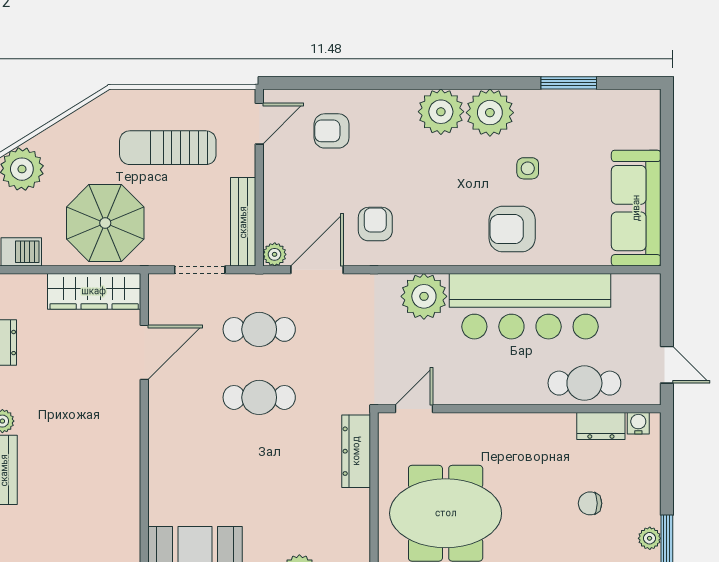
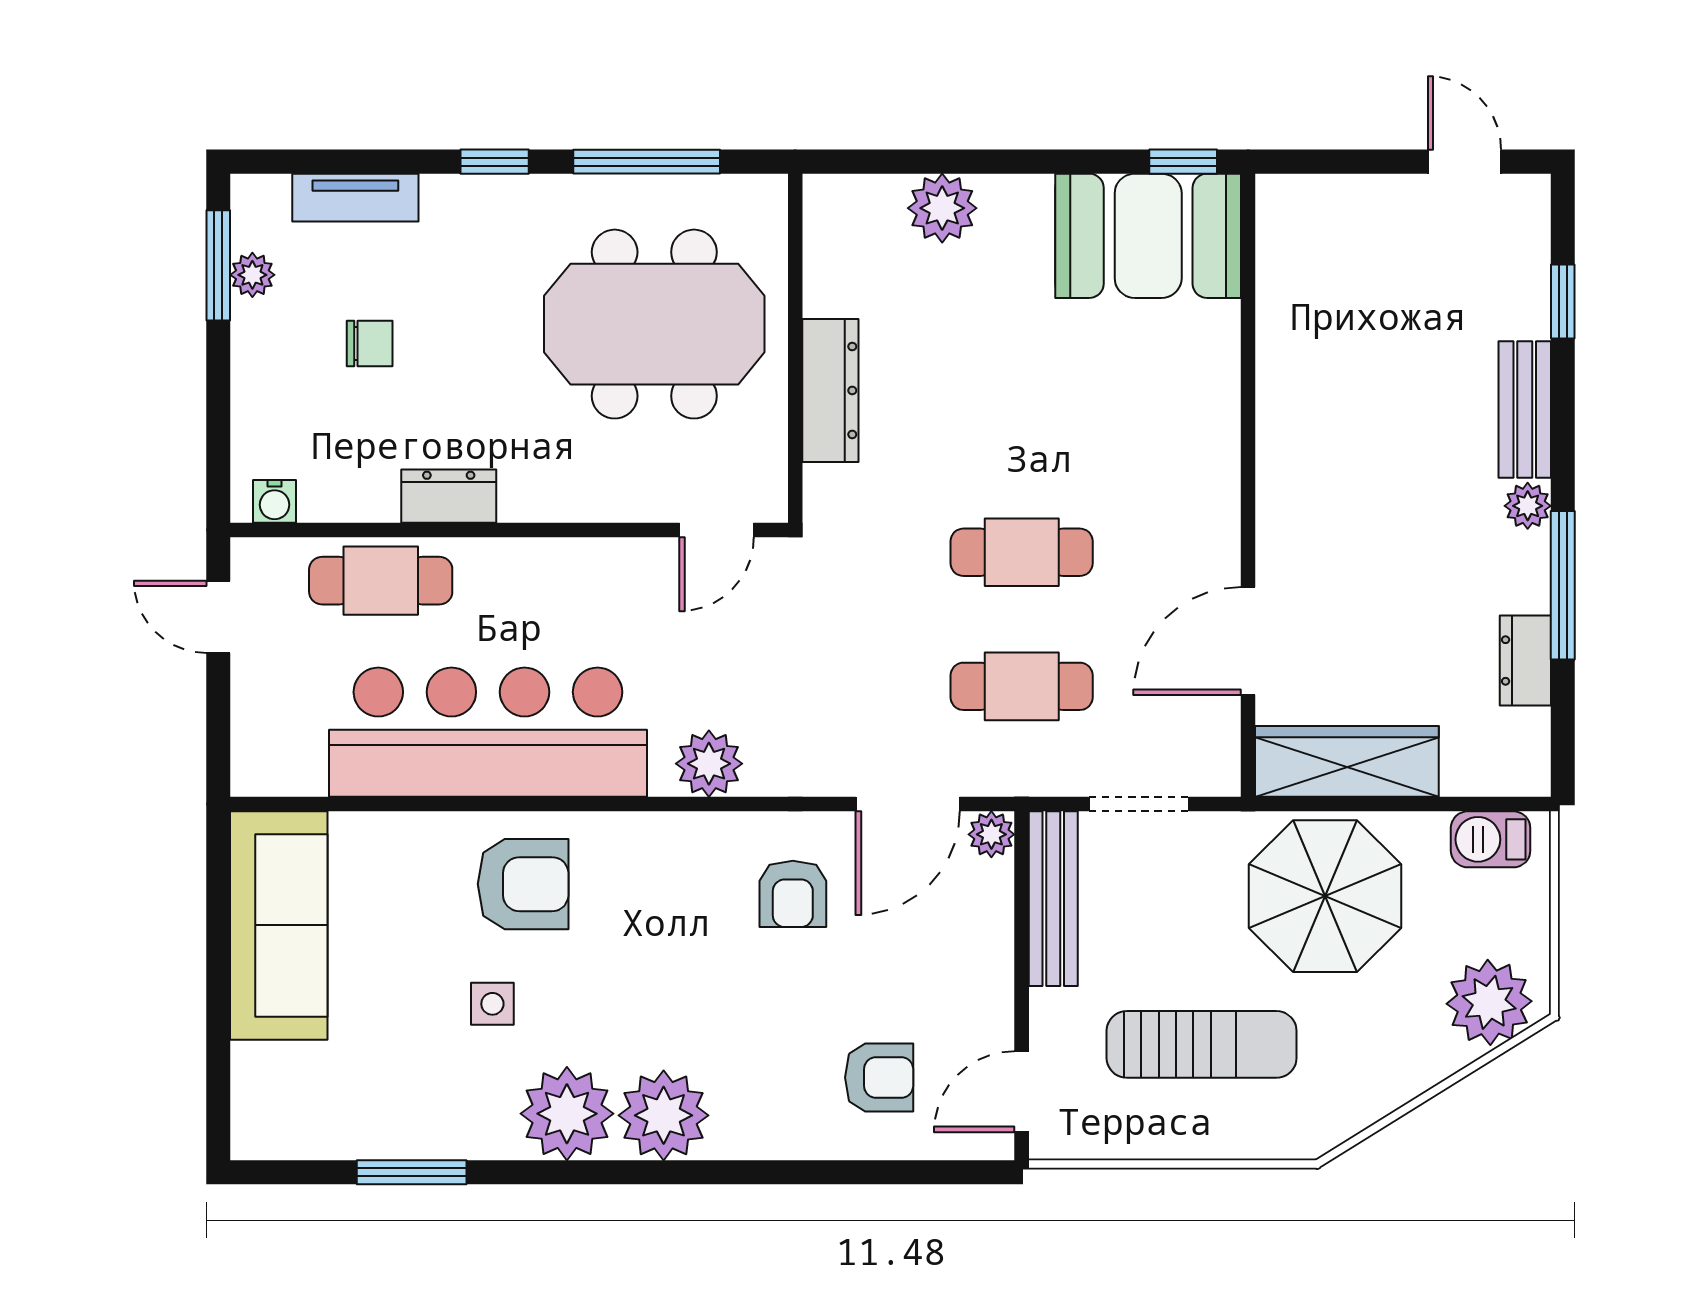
plant: (424, 296) -> (709, 764), width x0.73, depth x0.73
dresser: (601, 426) -> (449, 496), moved
dresser: (356, 451) -> (830, 390), moved

